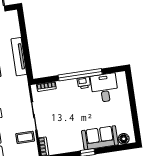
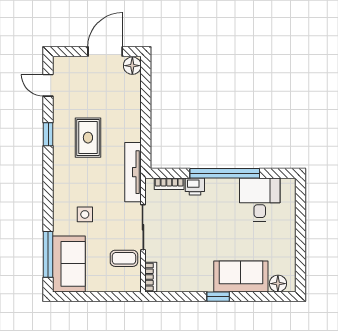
floor lamp: (12, 16) -> (132, 66), added
tv unit: (19, 57) -> (133, 172), moved
printer: (84, 83) -> (195, 186), moved

